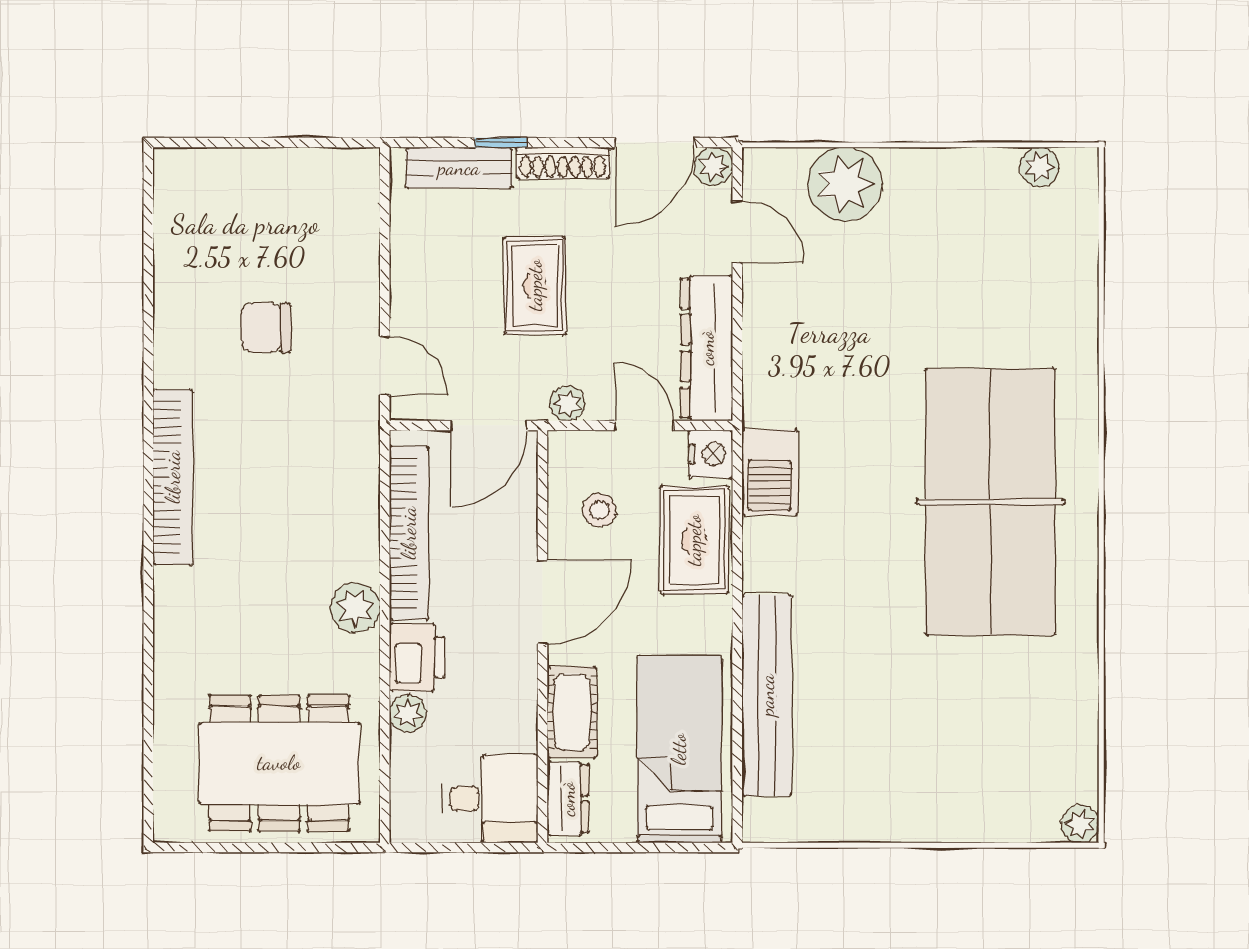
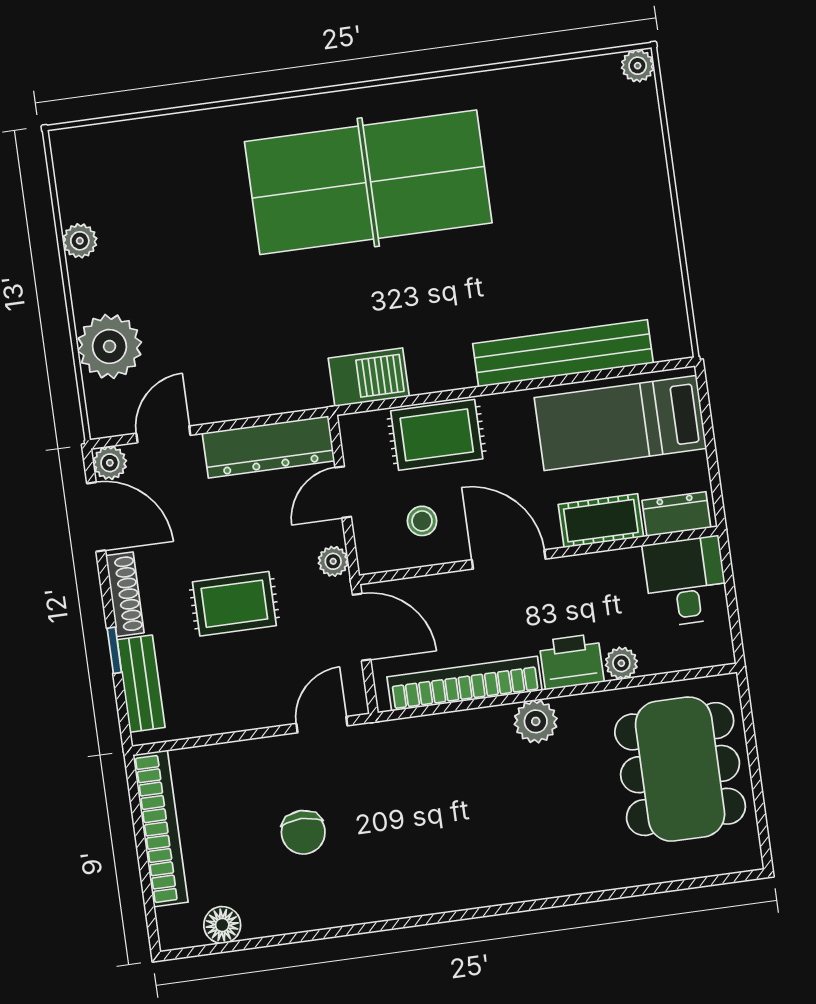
plant: (1039, 167) -> (80, 241), moved
floor lamp: (174, 222) -> (222, 925), added
nightstand: (711, 454) -> (360, 431), removed
bookcase: (173, 477) -> (160, 828), moved, turned 90

